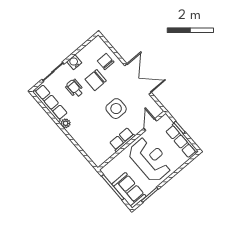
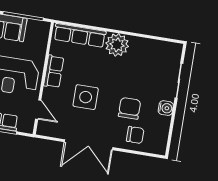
wheelchair: (75, 88) -> (143, 83), removed
row of seats: (50, 103) -> (80, 35), moved
plant: (66, 123) -> (117, 45), width x1.88, depth x1.88

